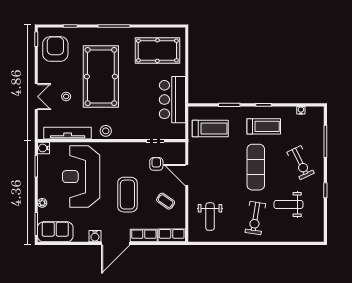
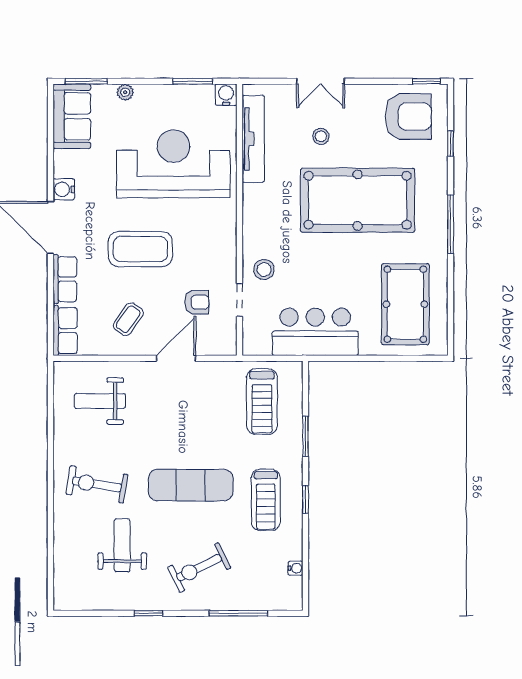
stool: (106, 131) -> (264, 270), moved

